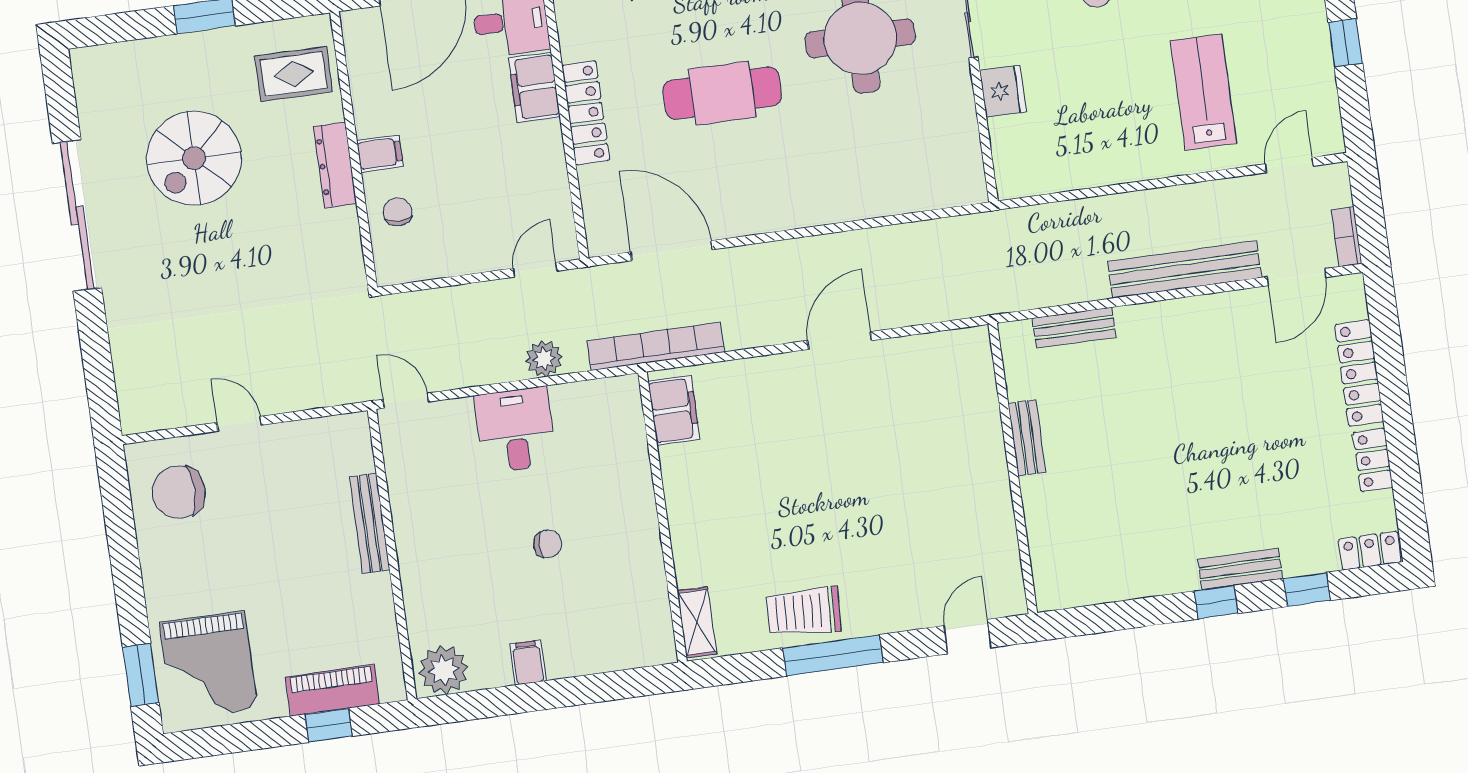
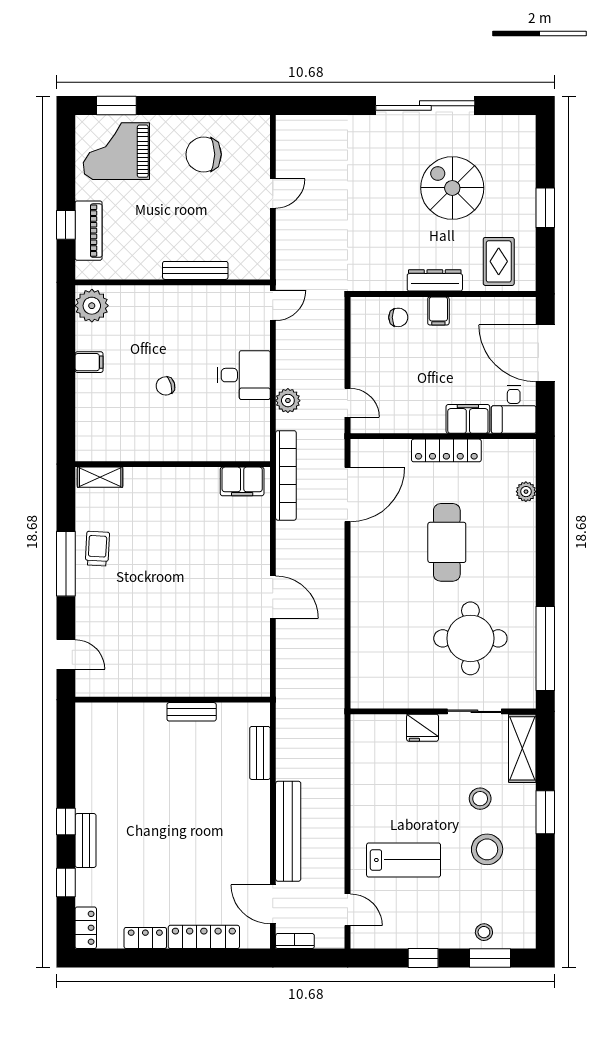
chair: (179, 492) -> (204, 154), moved, turned -90
chair: (548, 544) -> (165, 386), turned 74
trolley: (804, 612) -> (97, 549), width x0.73, depth x0.72

